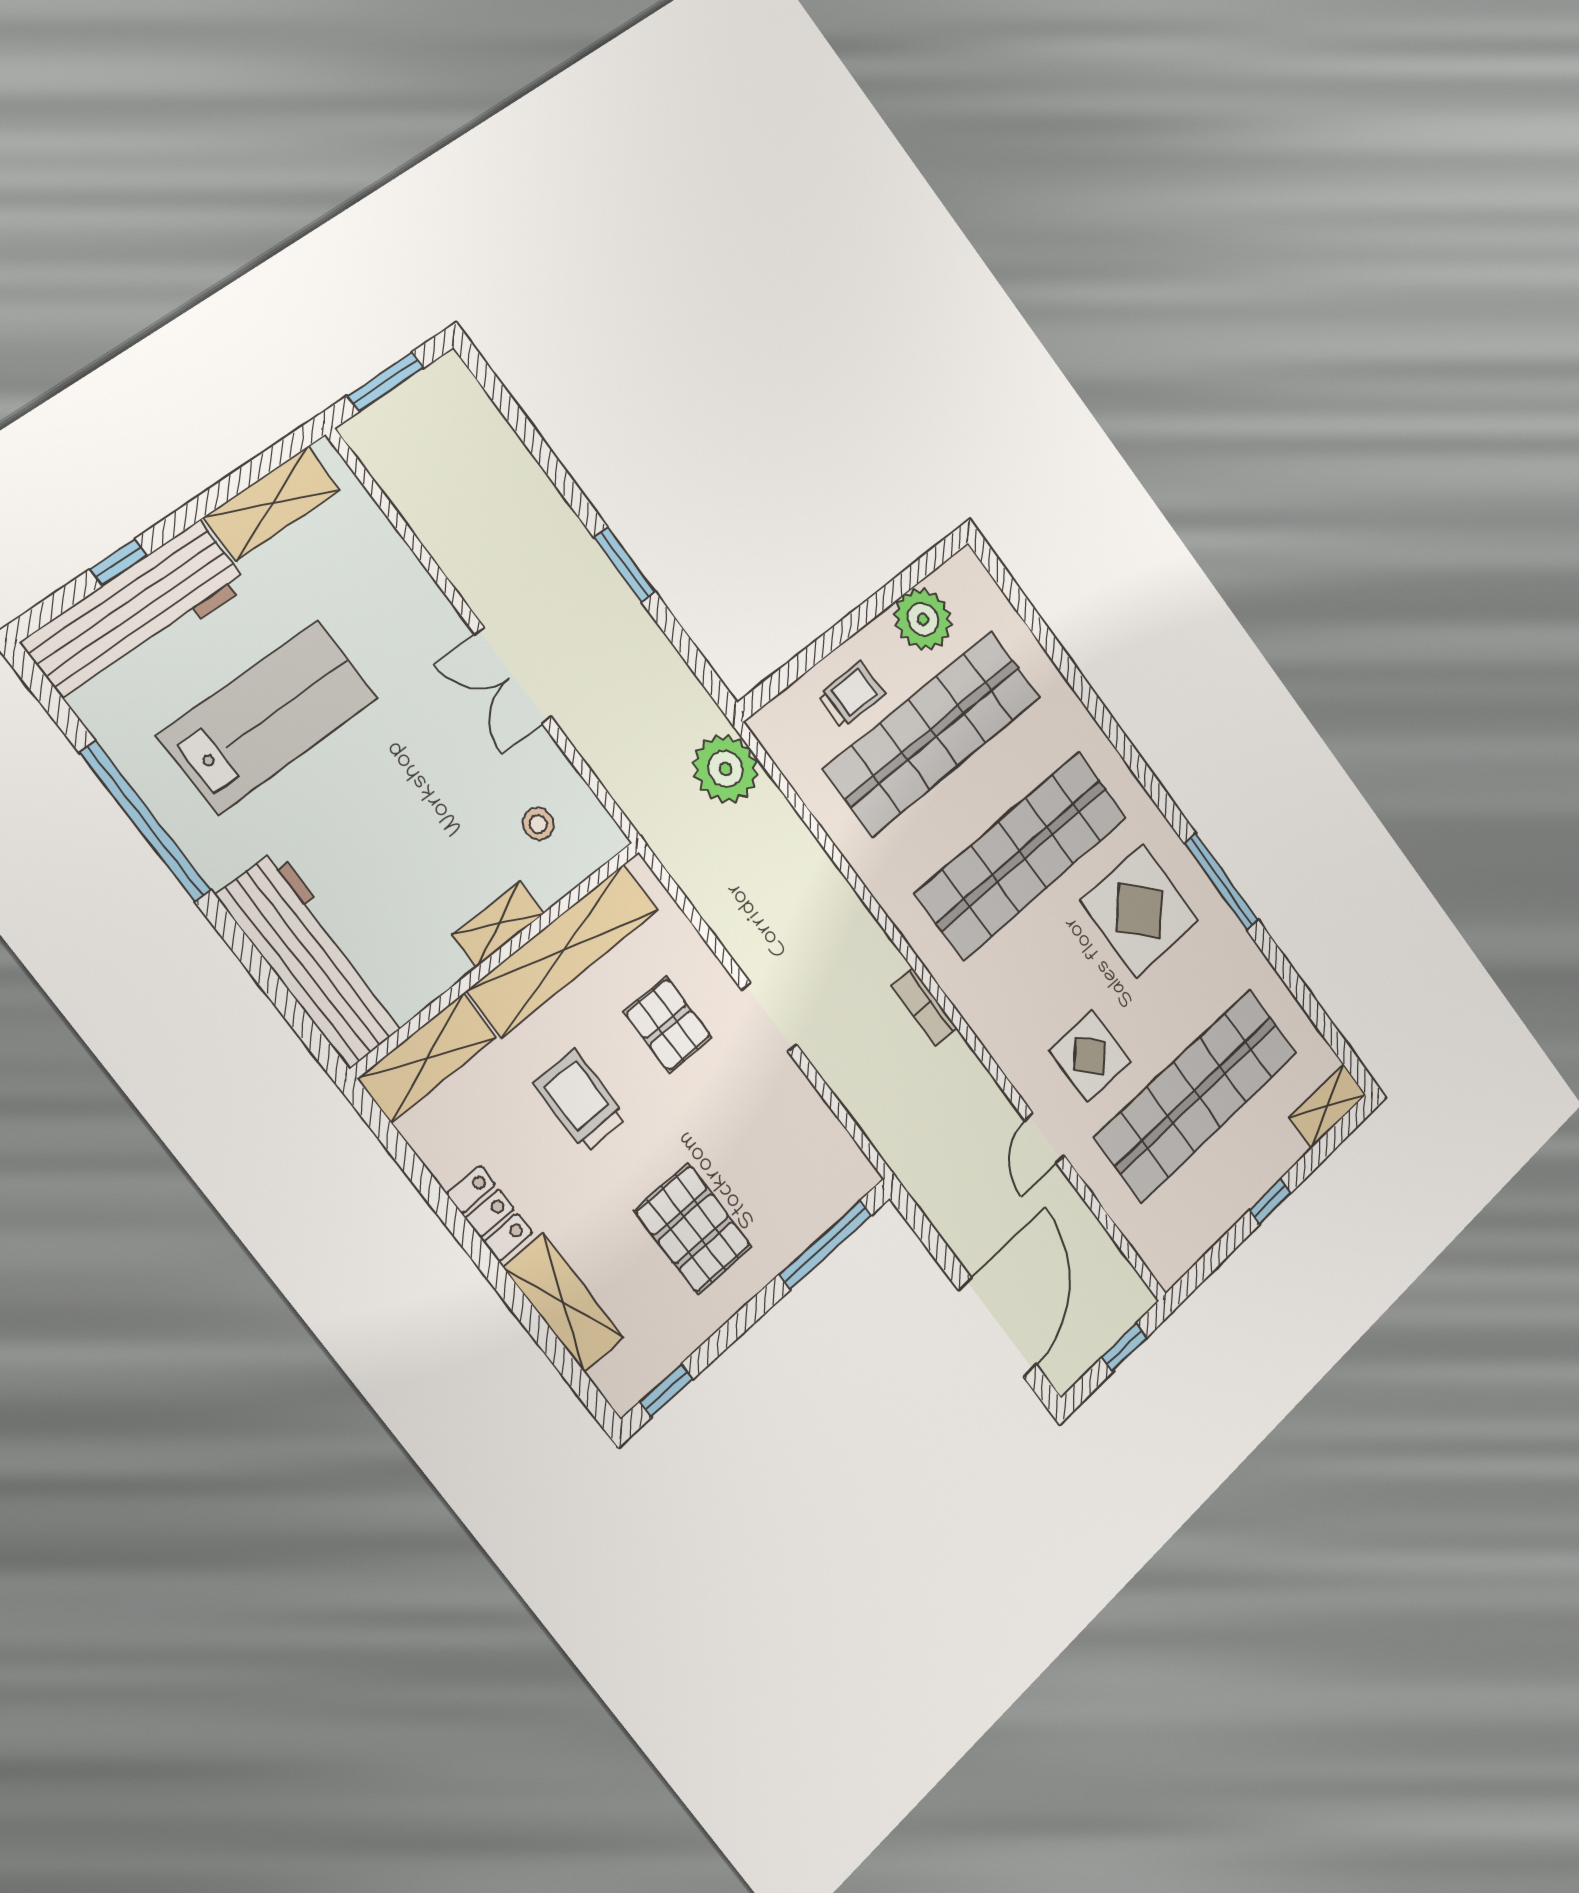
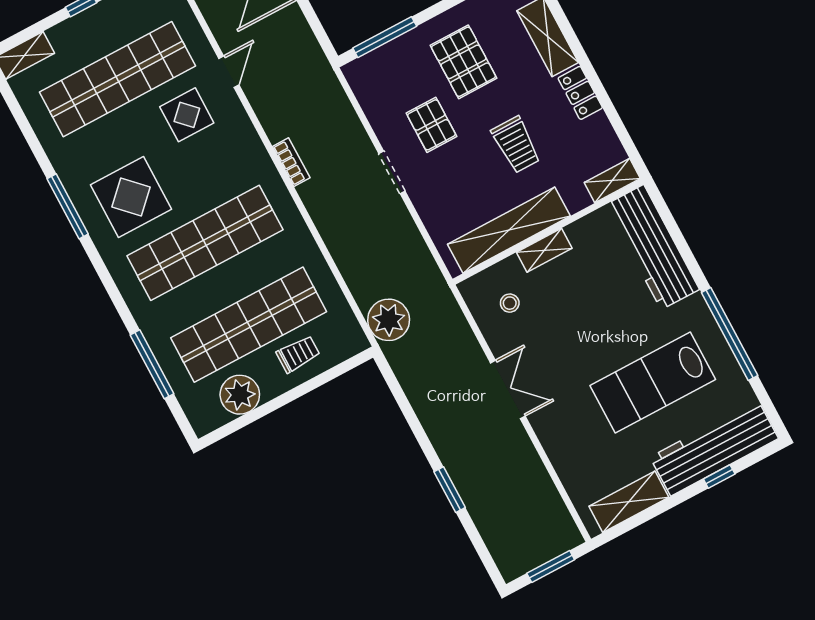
window: (625, 564) -> (450, 490), moved
window: (1056, 652) -> (152, 364), added
trolley: (851, 695) -> (298, 354), turned 180
pallet: (668, 1025) -> (431, 125), moved
shelving: (427, 1058) -> (612, 180), width x0.67, depth x0.75

